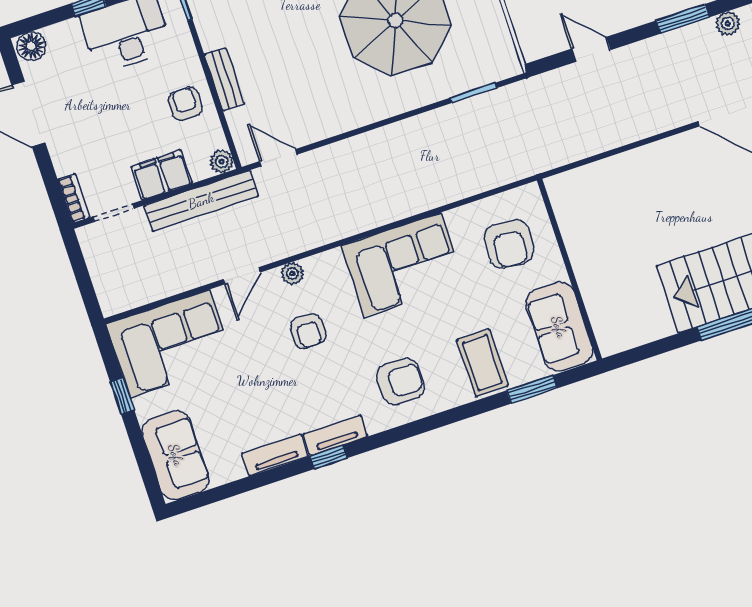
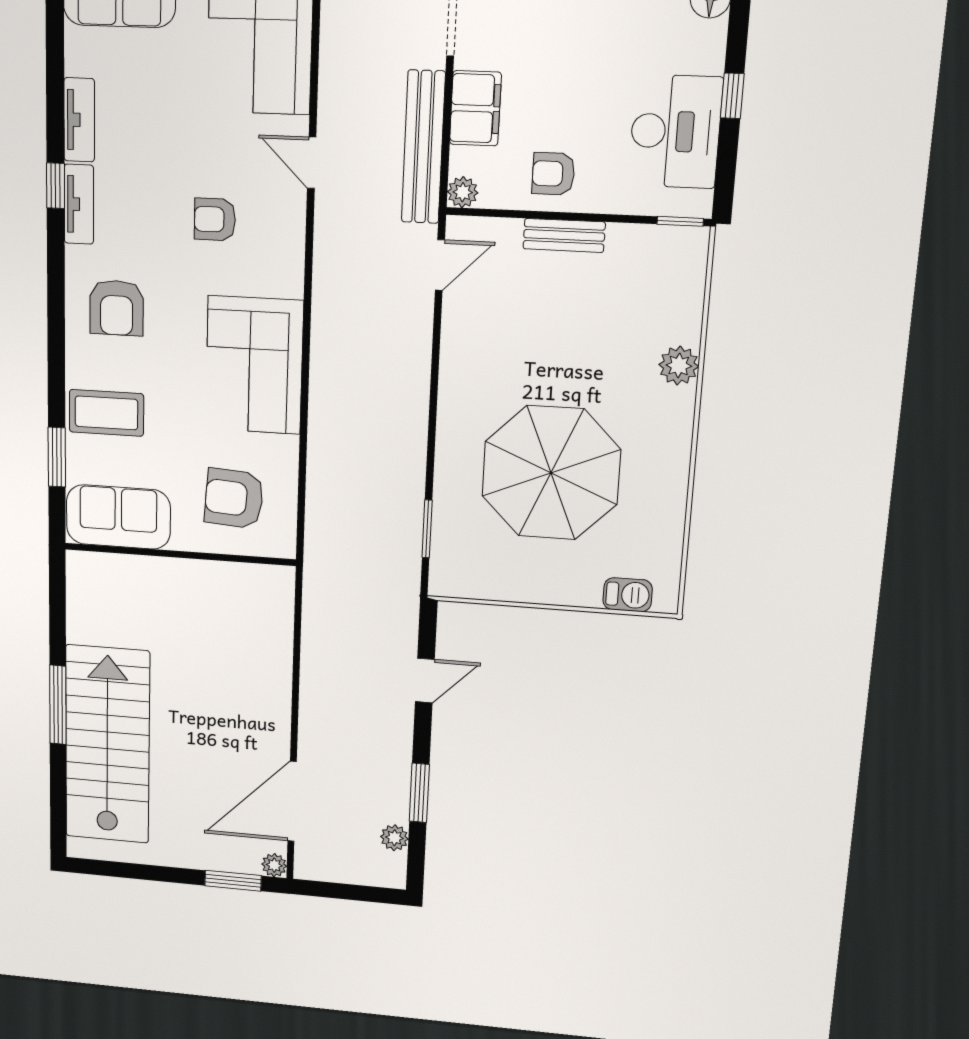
armchair: (185, 104) -> (553, 174), turned 180
plant: (292, 274) -> (292, 227), removed

